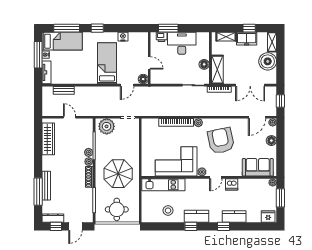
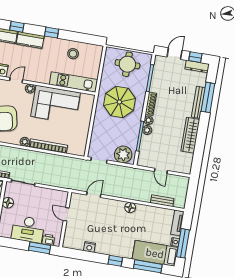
bed: (107, 63) -> (111, 222), removed
floor lamp: (143, 79) -> (130, 208), moved
wardrobe: (48, 139) -> (190, 135), moved
kitchen counter: (197, 216) -> (30, 40), moved

